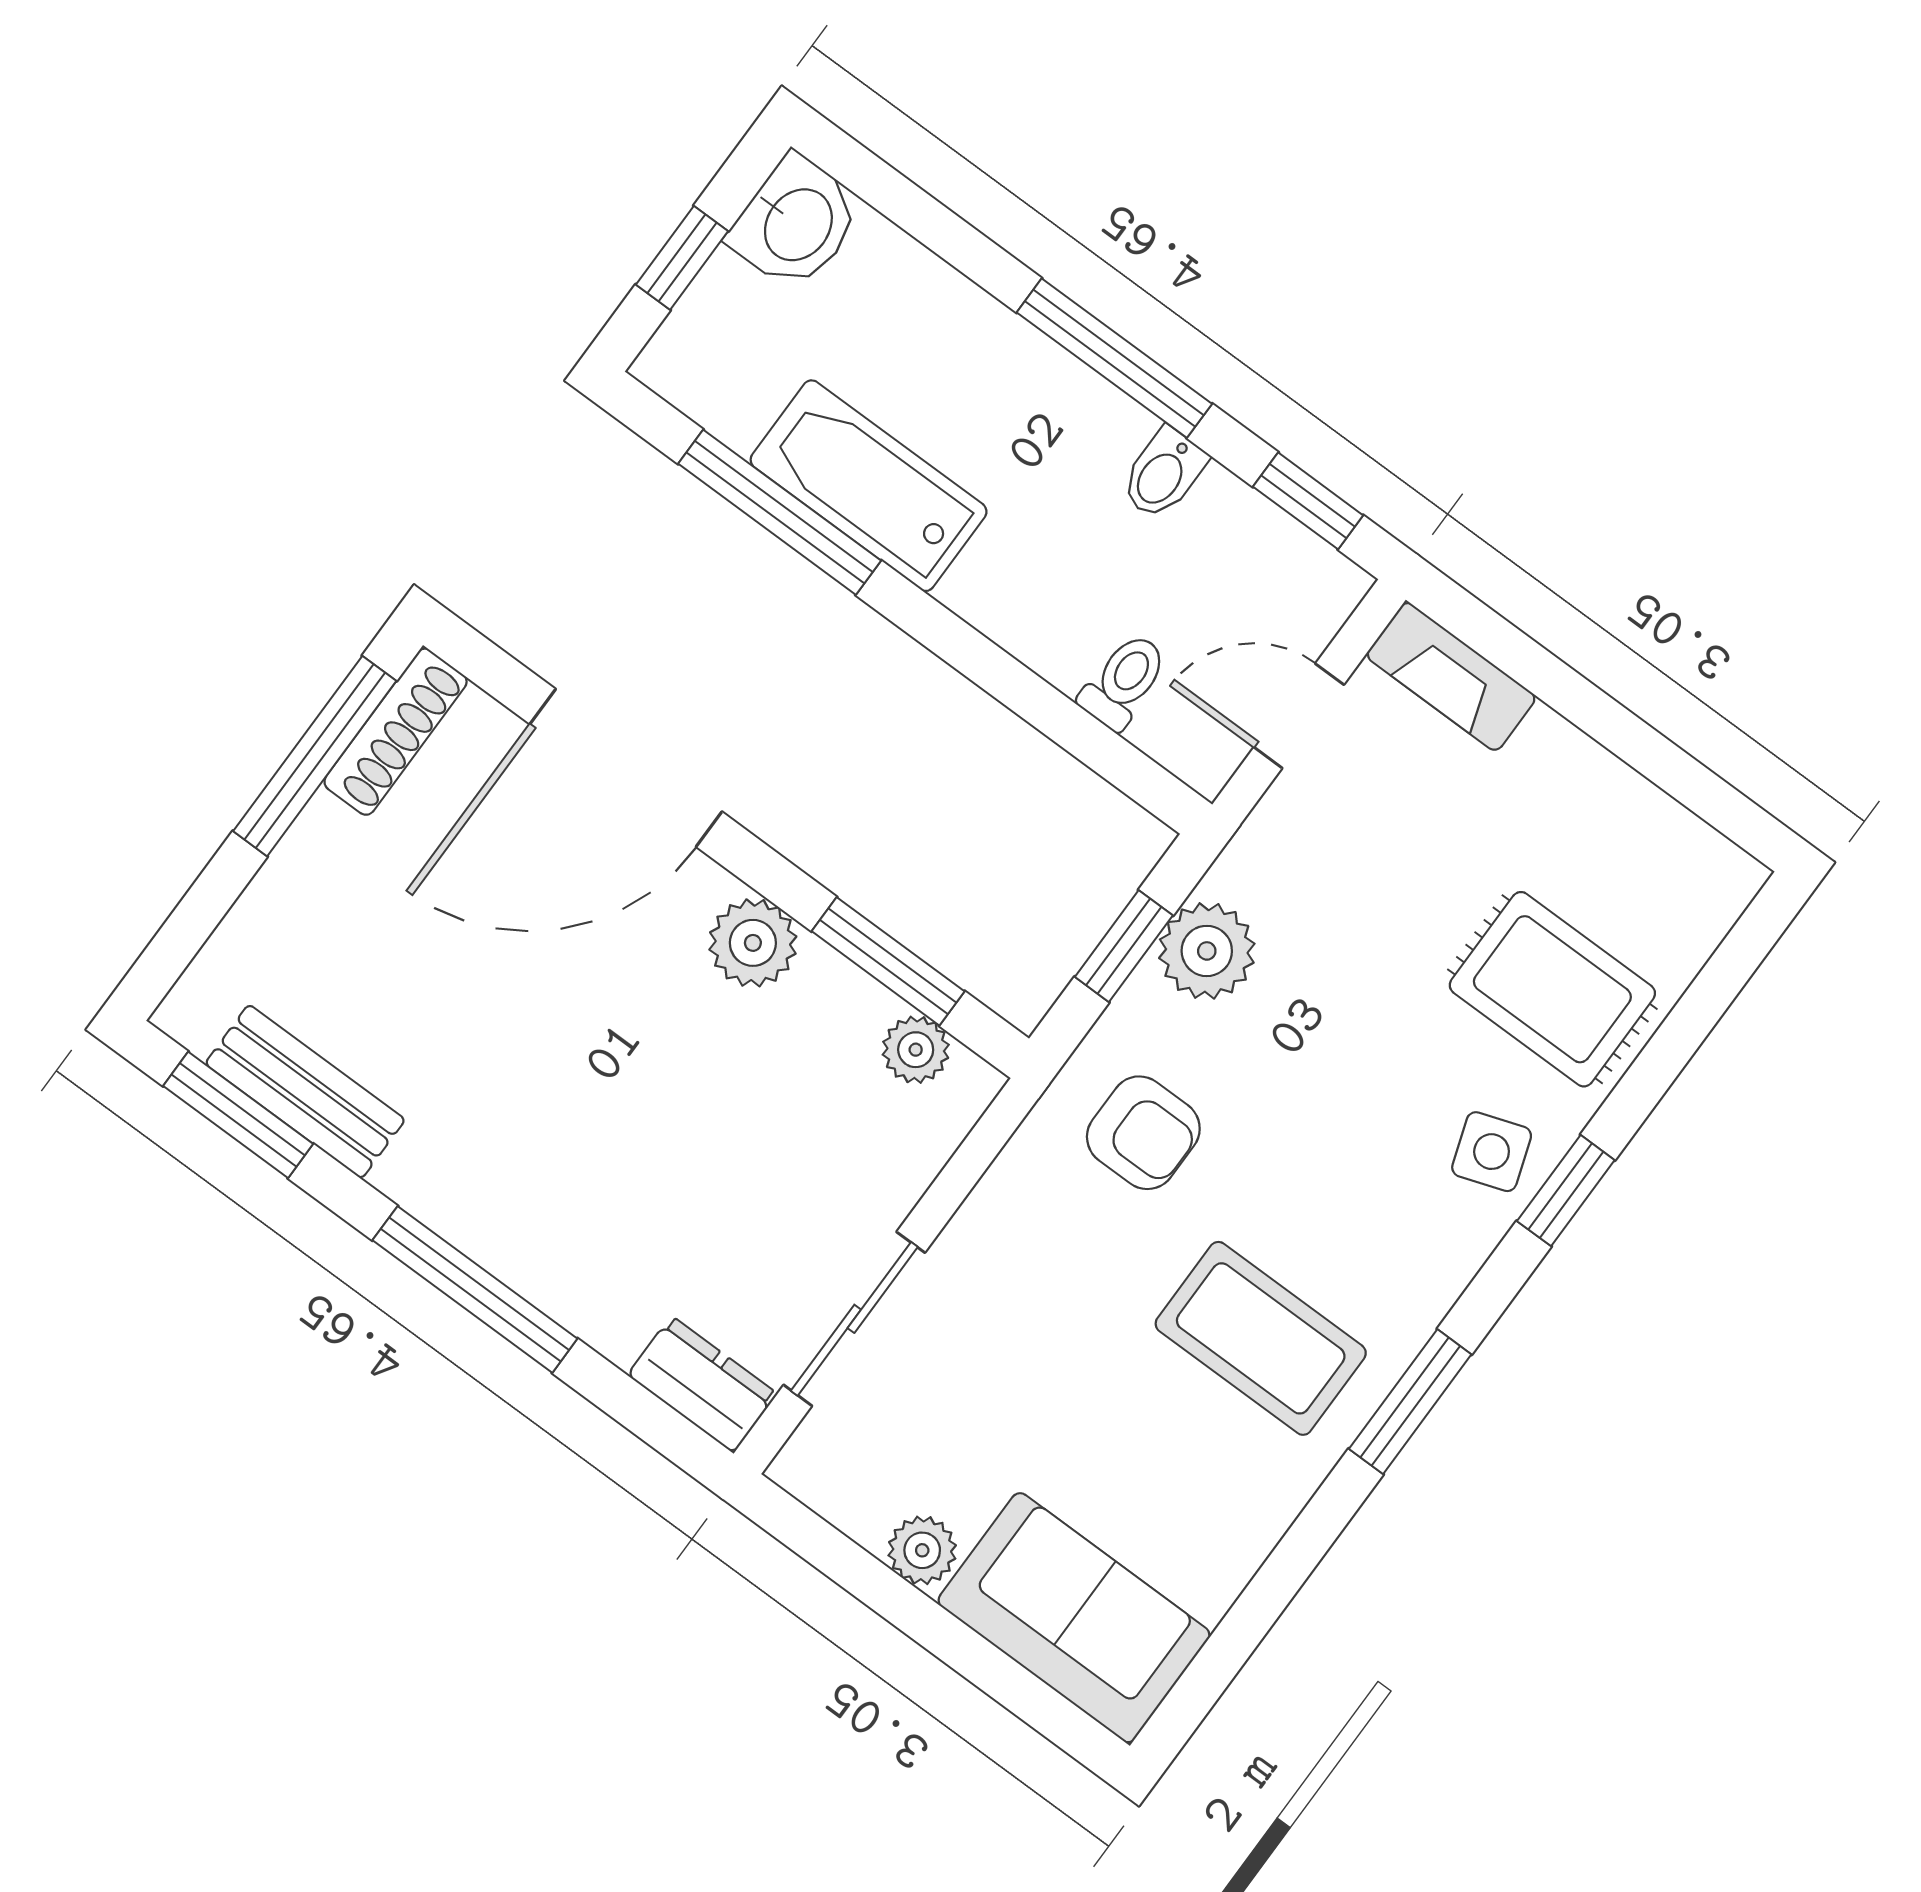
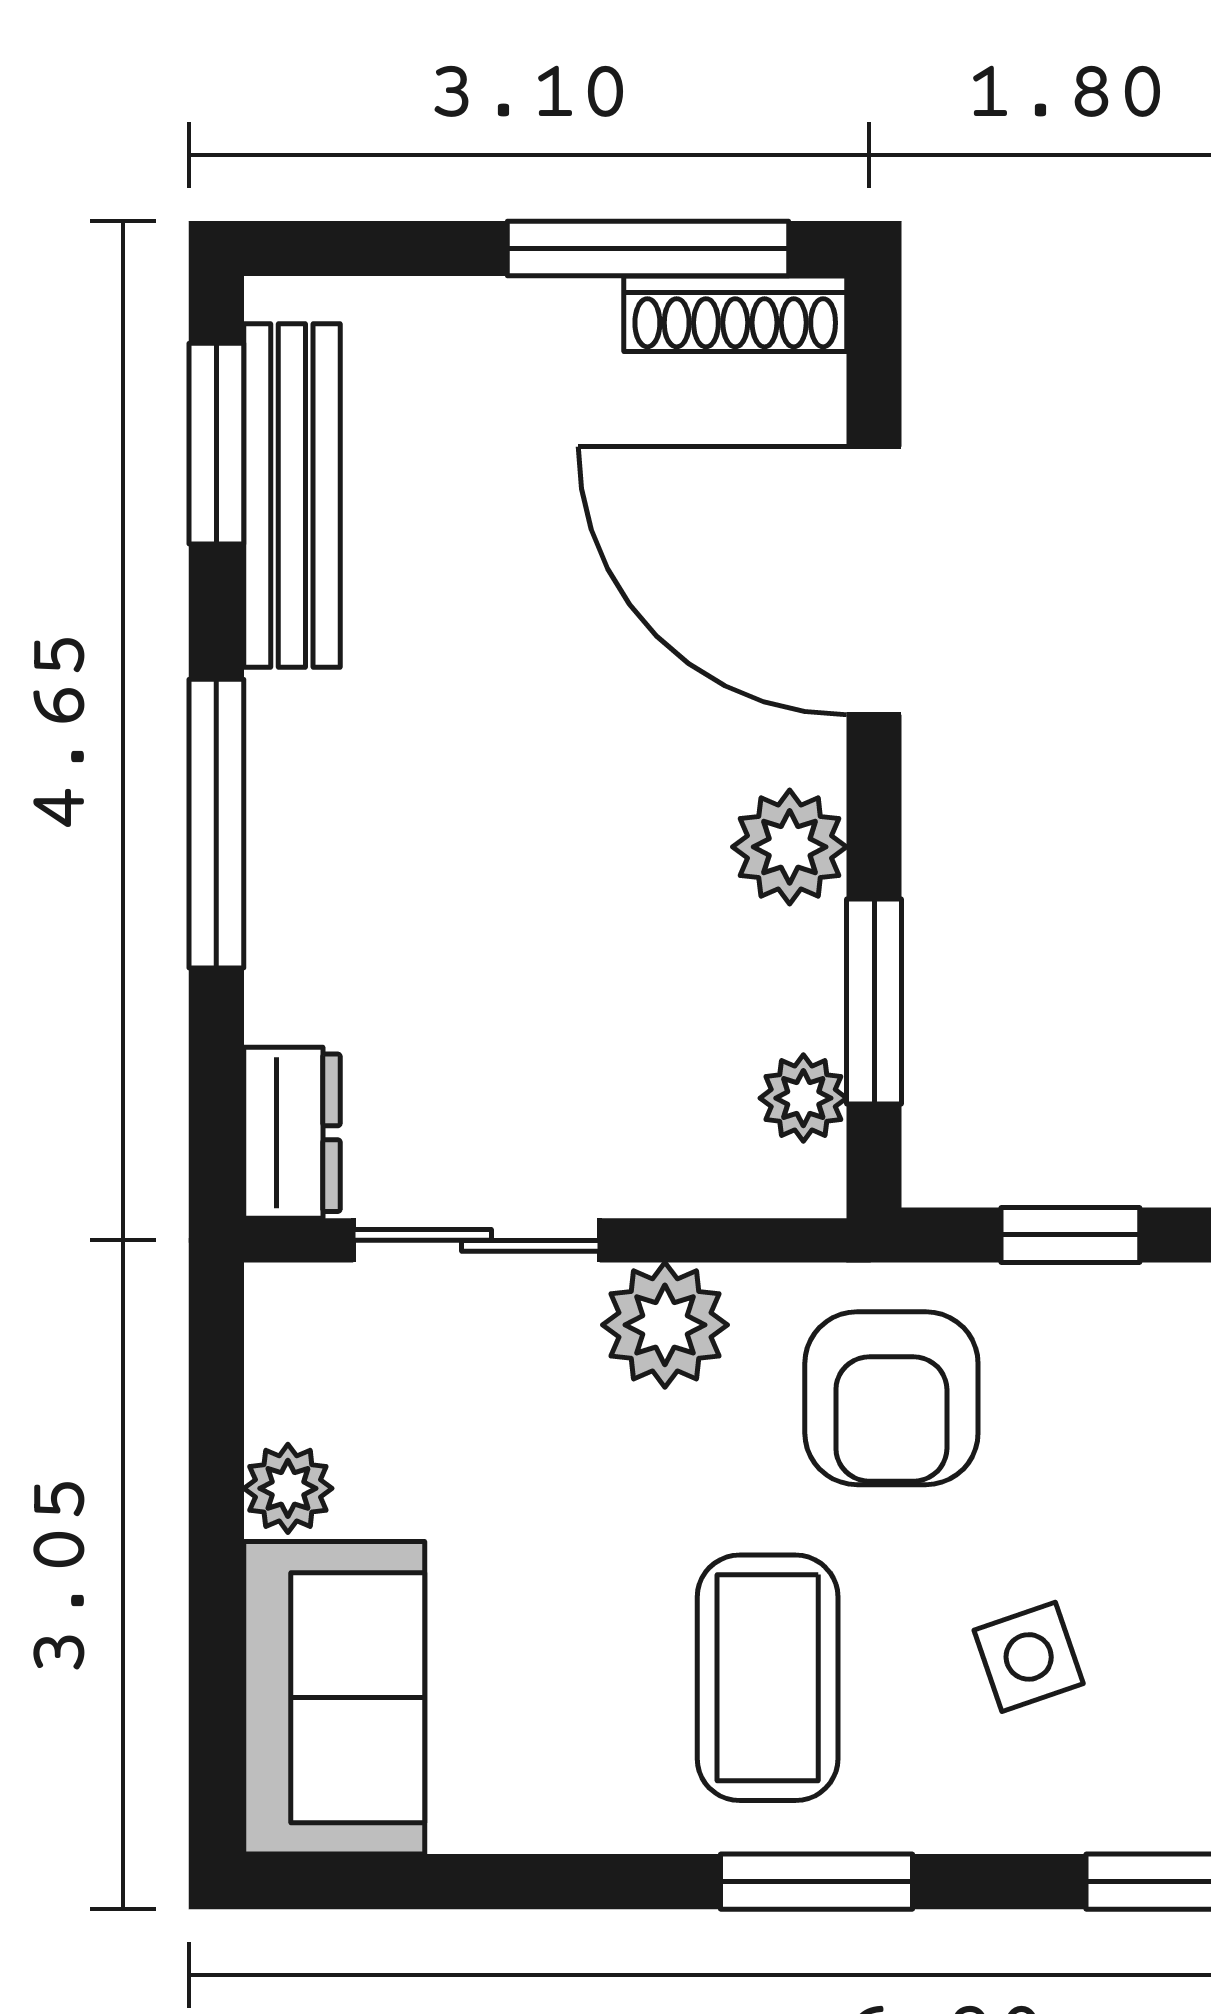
plant: (1207, 951) -> (665, 1325), moved
bench: (305, 1092) -> (292, 496), width x1.36
armchair: (1143, 1133) -> (891, 1398), width x1.38, depth x1.38
side table: (1492, 1152) -> (1029, 1657), moved

